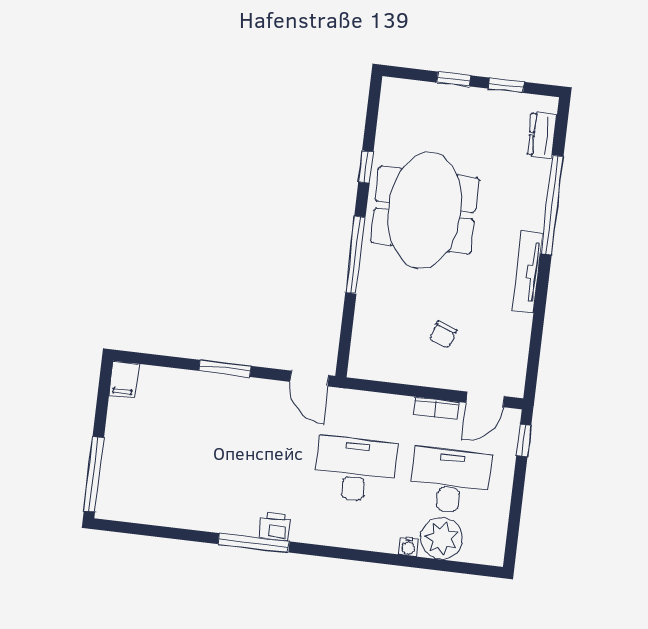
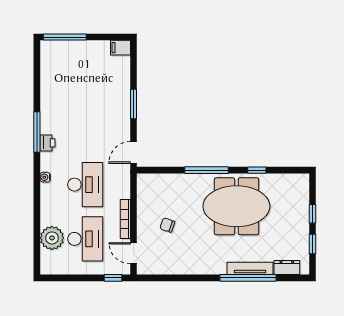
tv unit: (527, 271) -> (250, 268), moved
bookcase: (436, 408) -> (125, 219), width x1.56
water cooler: (408, 547) -> (45, 177), moved

